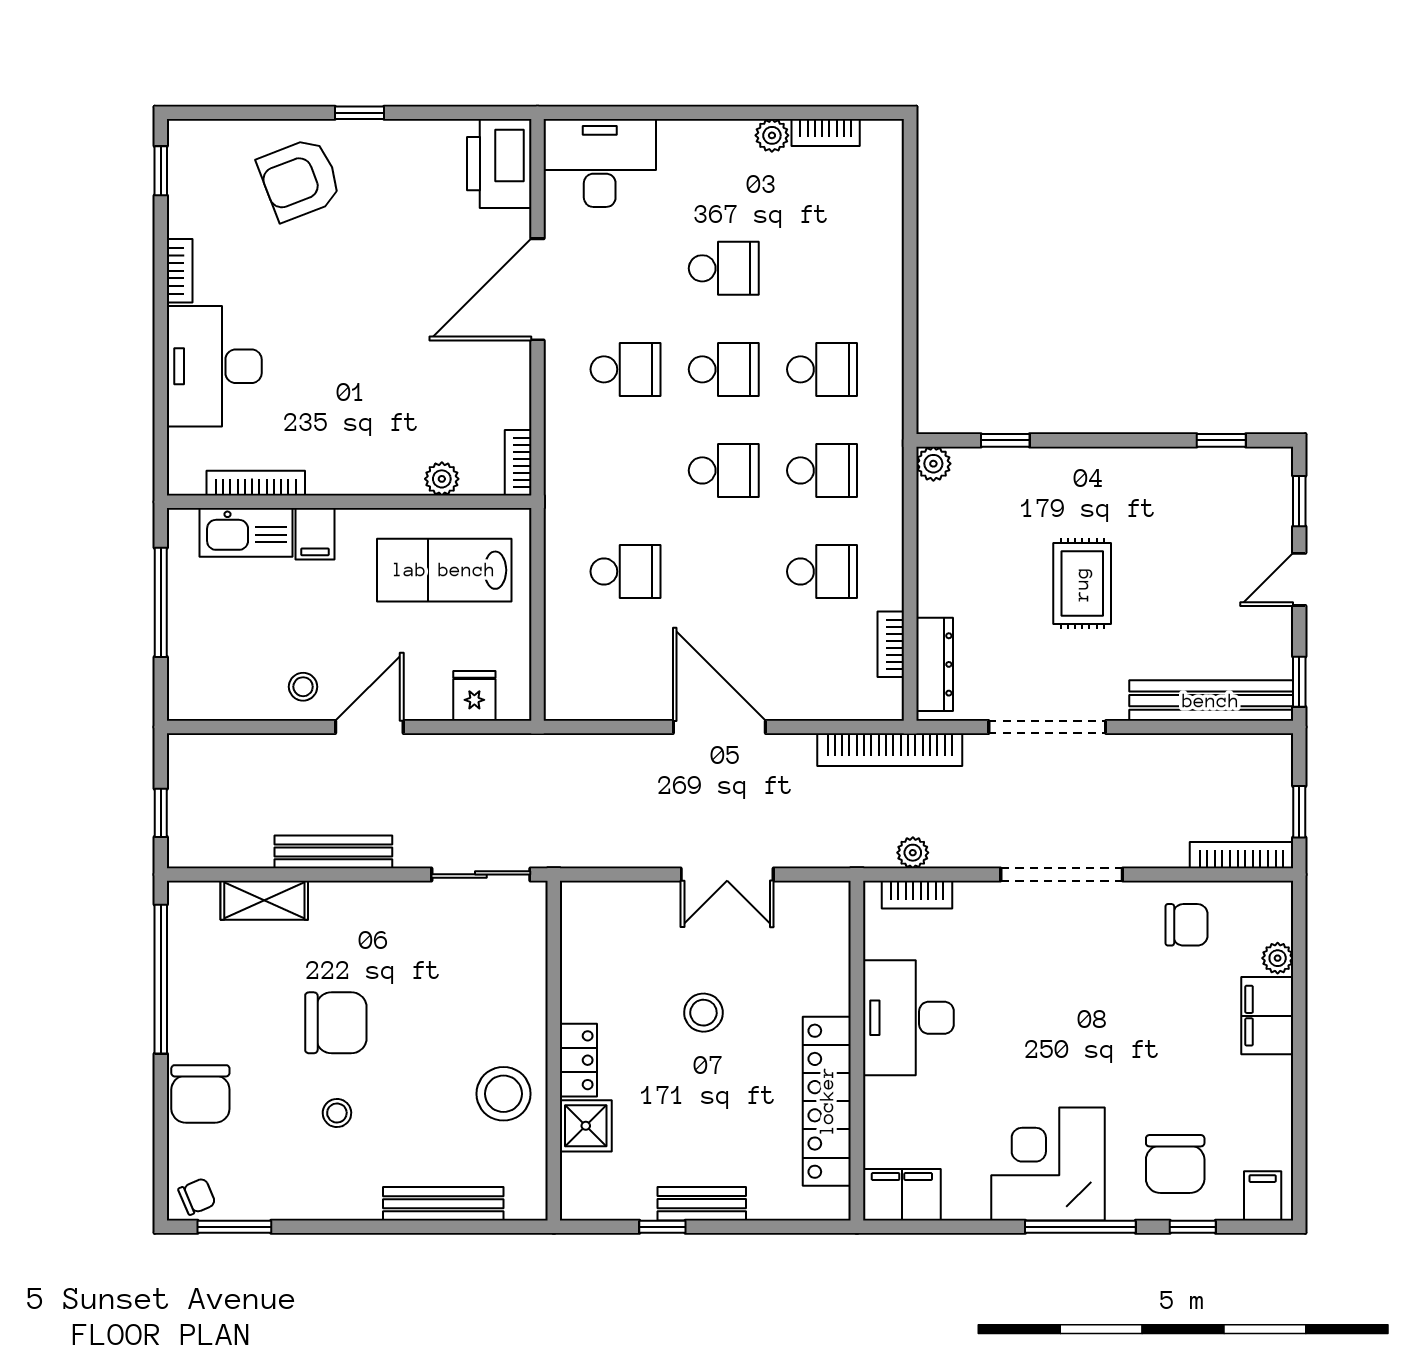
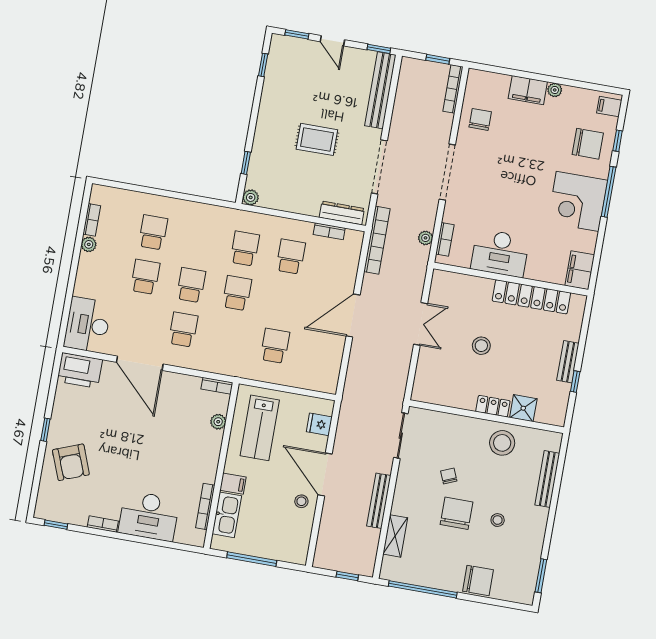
school desk: (822, 369) -> (153, 232), moved
door: (369, 727) -> (325, 474), width x1.36
plant: (1278, 958) -> (555, 90), moved
chair: (197, 1196) -> (449, 476), moved

